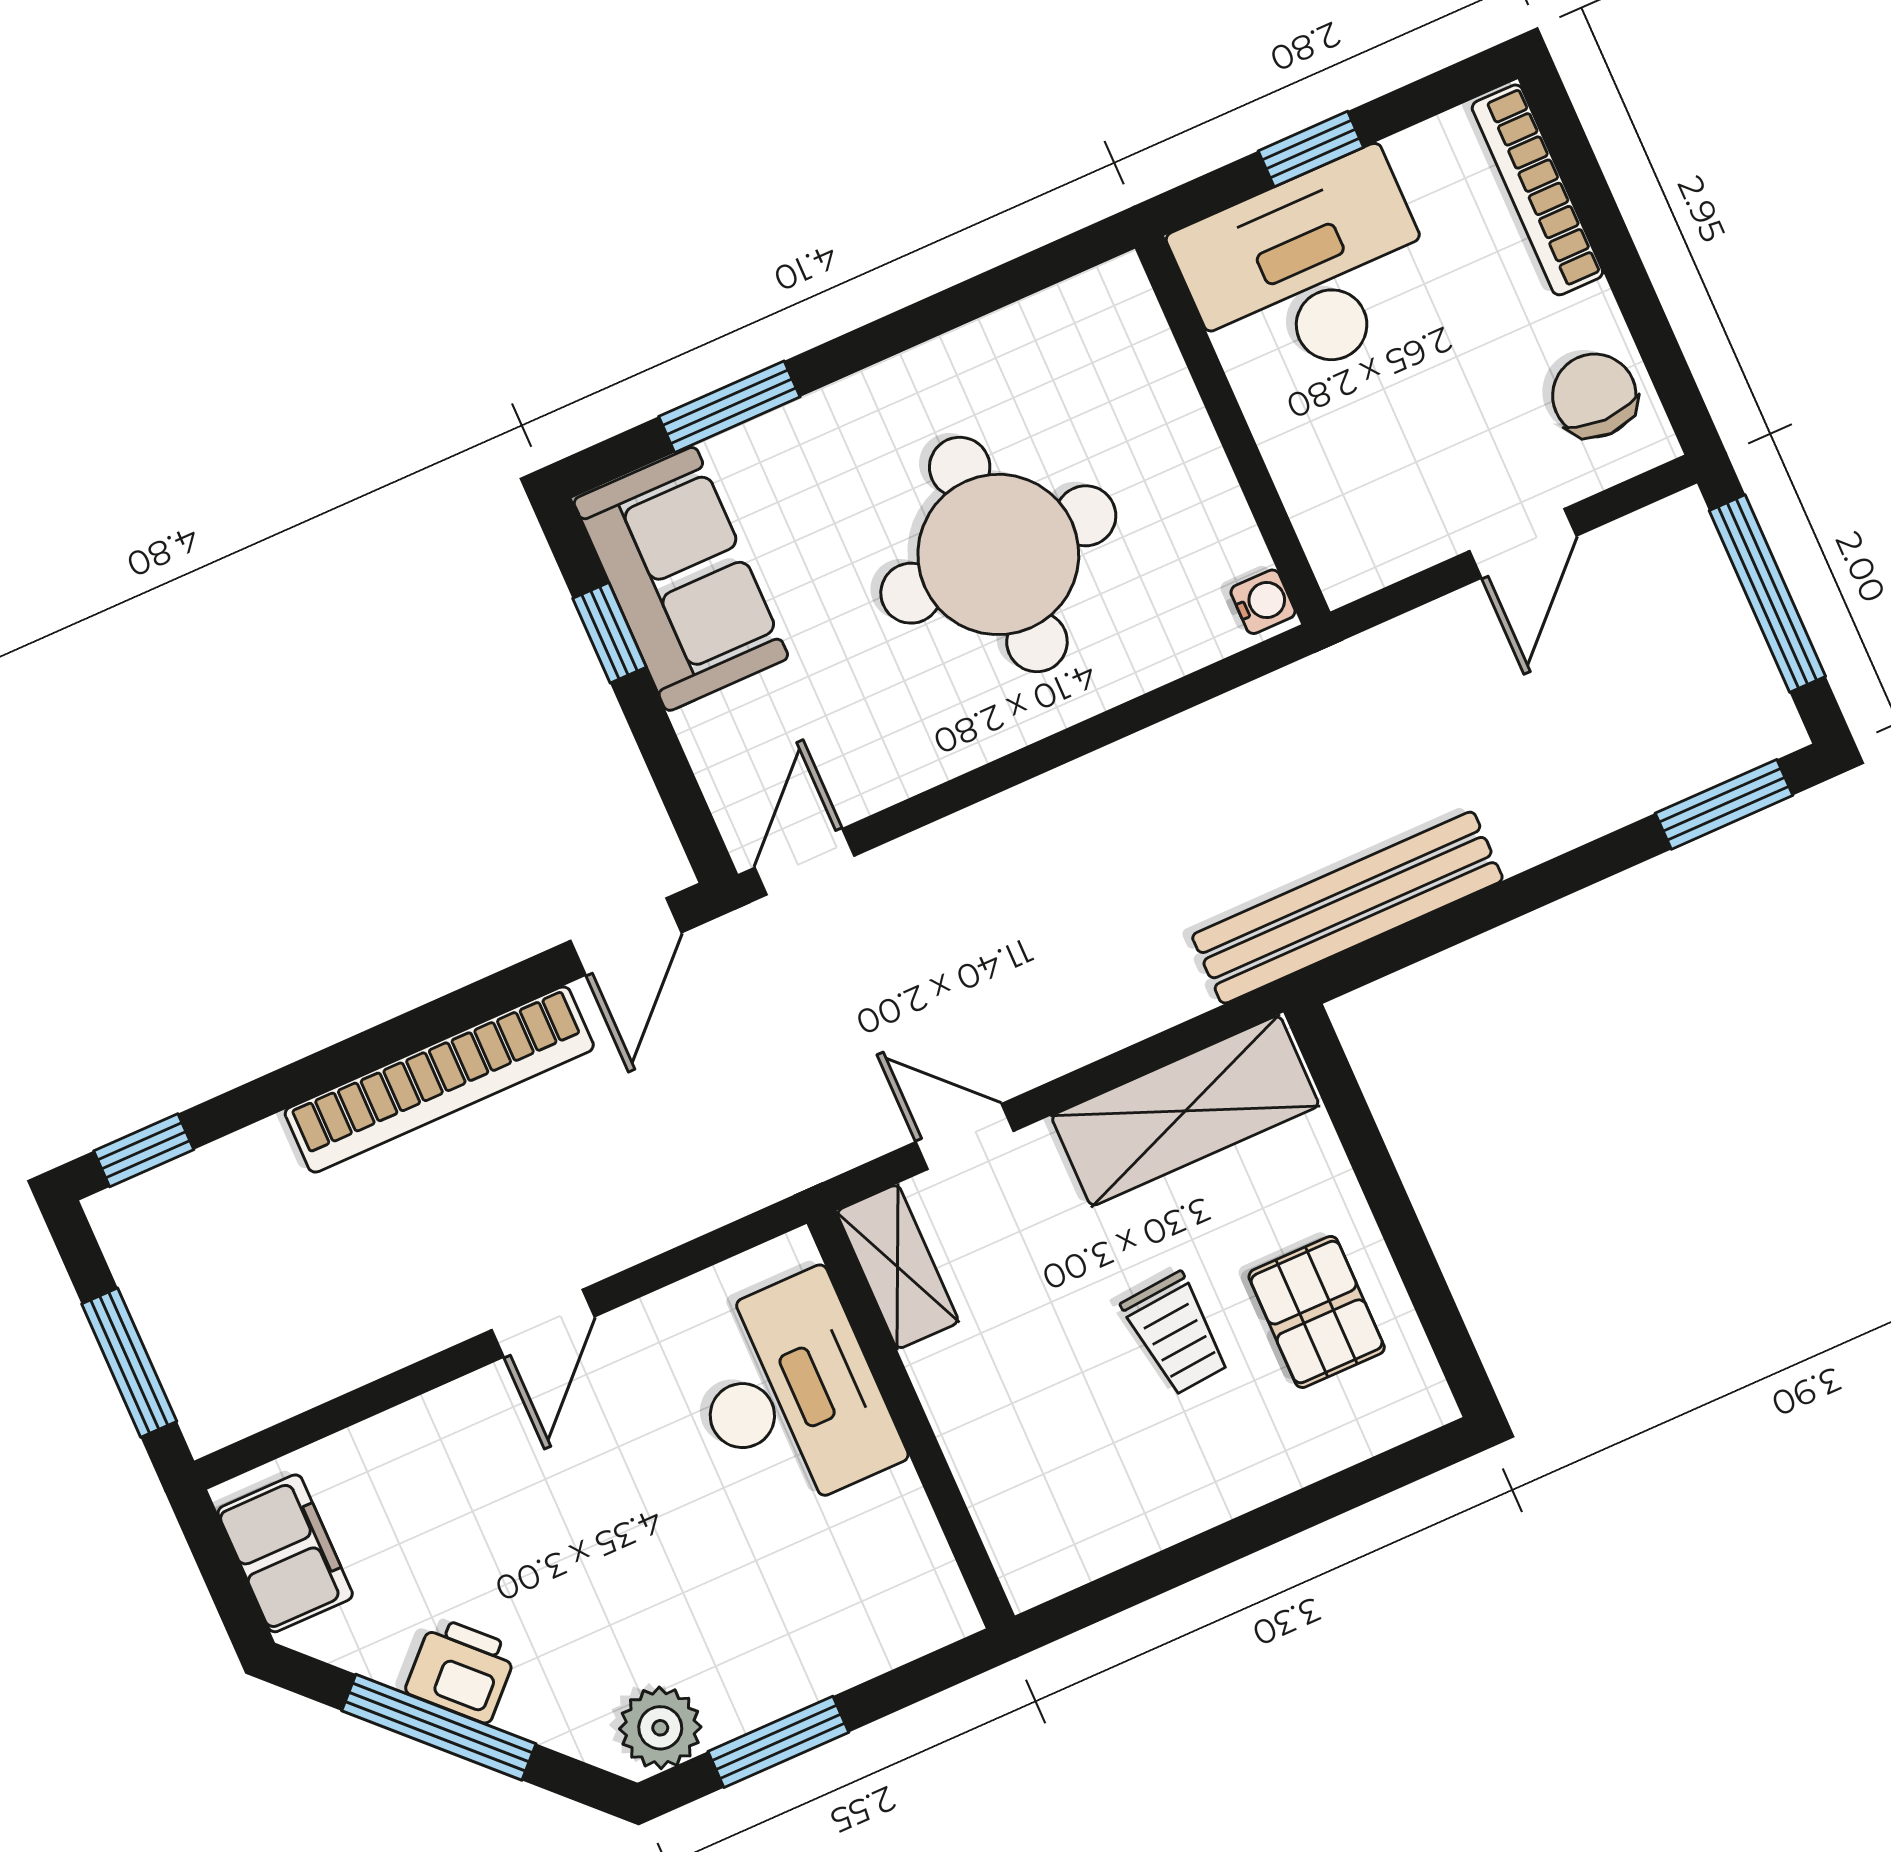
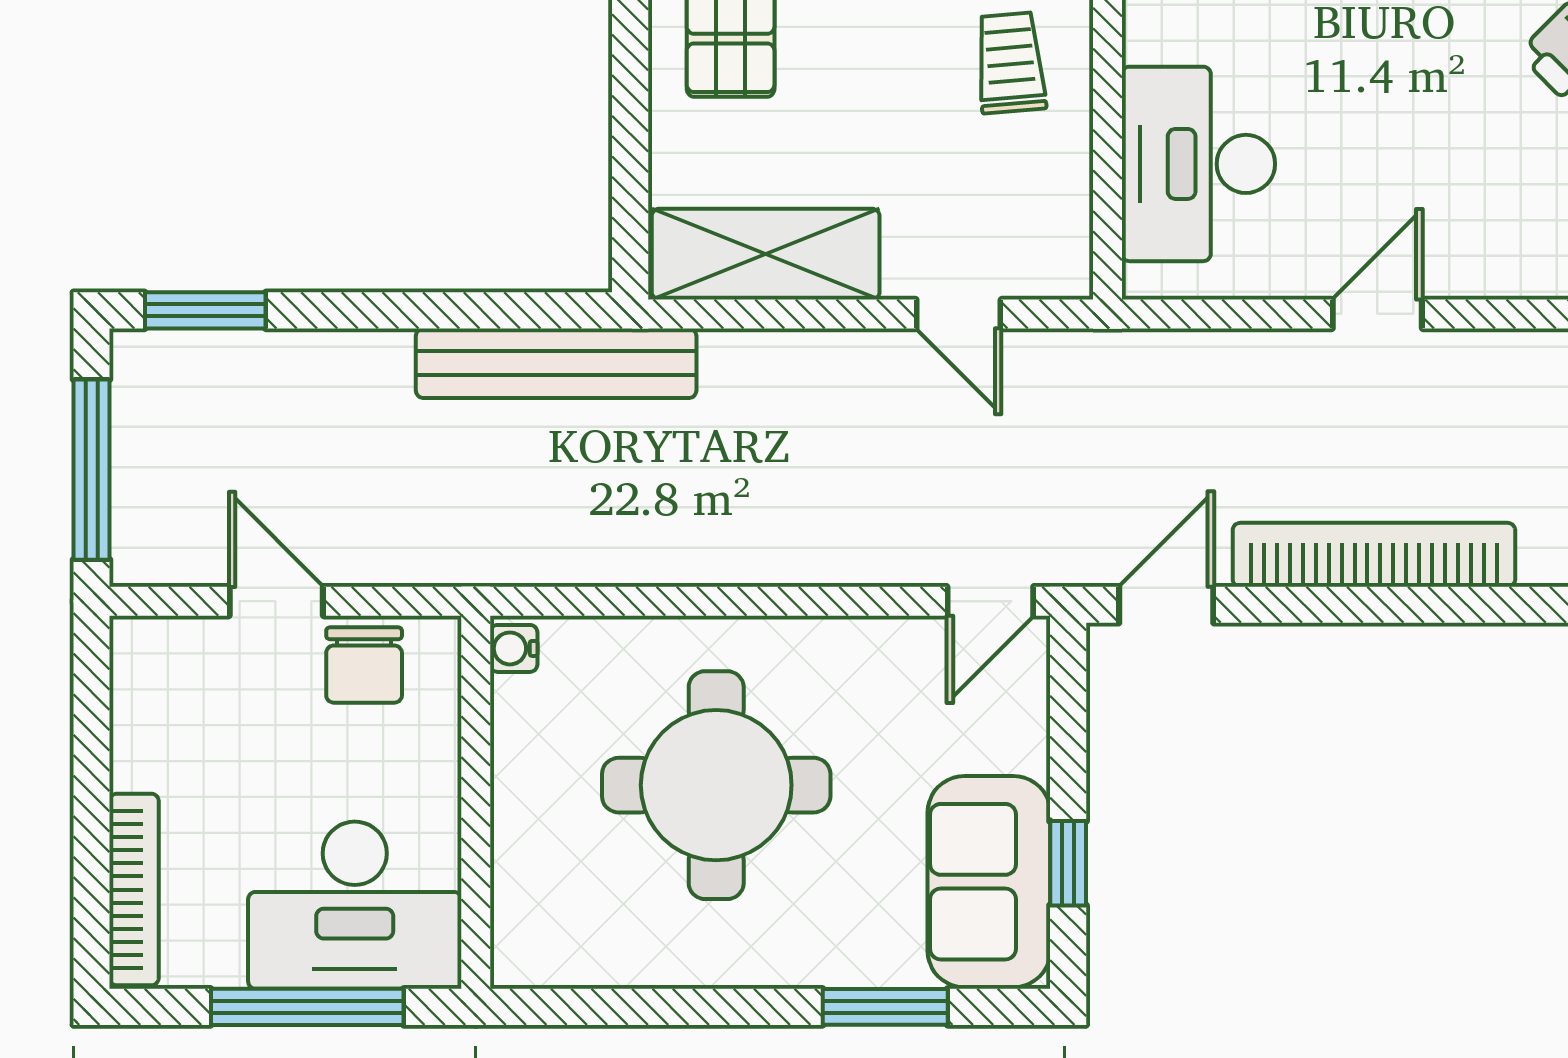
window: (1311, 149) -> (307, 1007), width x2.17
chair: (1594, 396) -> (364, 665), moved
door: (1523, 543) -> (276, 601), hinge flipped
shelving: (898, 1267) -> (1062, 230), removed
trolley: (1176, 1334) -> (1010, 63), moved

